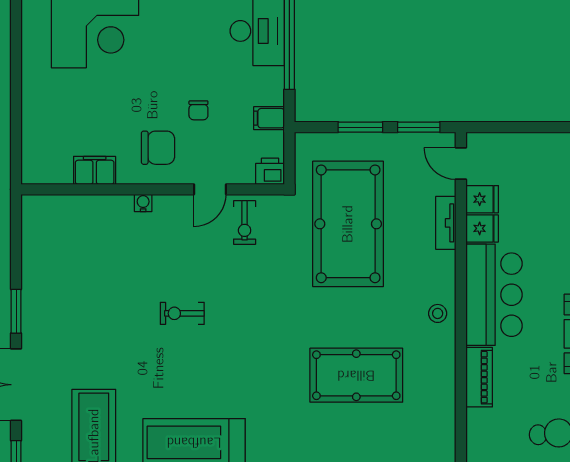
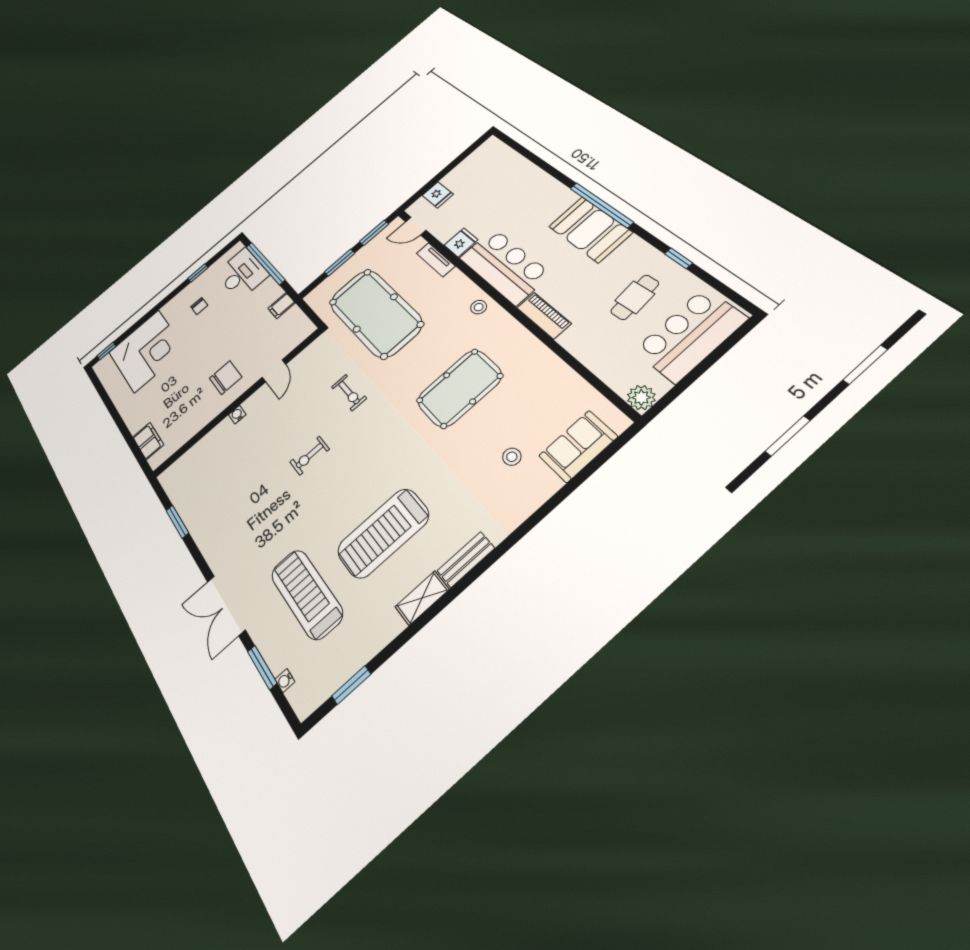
chair: (198, 110) -> (199, 306), moved
filing cabinet: (95, 170) -> (148, 441), moved, turned 90
printer: (270, 171) -> (304, 330), removed
fridge: (482, 199) -> (438, 195), moved, turned 90
exercise bike: (245, 223) -> (349, 393), moved
window: (16, 311) -> (177, 522), moved

